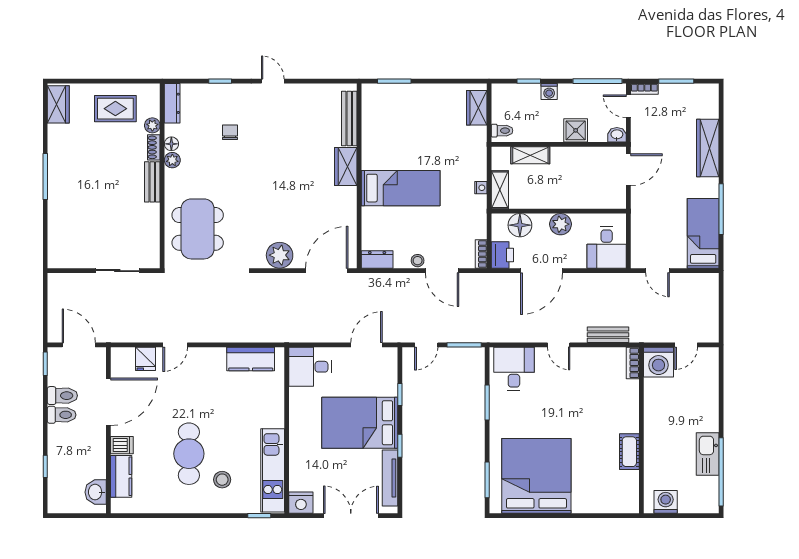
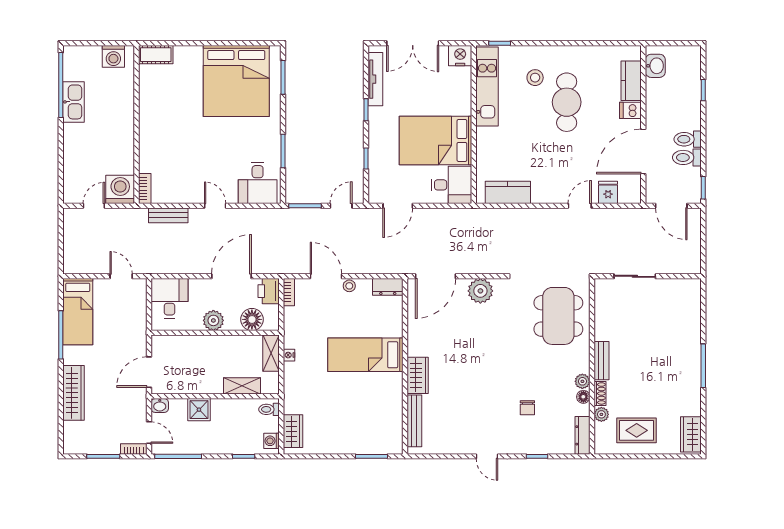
washing machine: (549, 92) -> (272, 441), moved, turned -90
bed: (360, 423) -> (436, 140), moved, turned 180
cot: (629, 452) -> (156, 55), moved, turned 90

